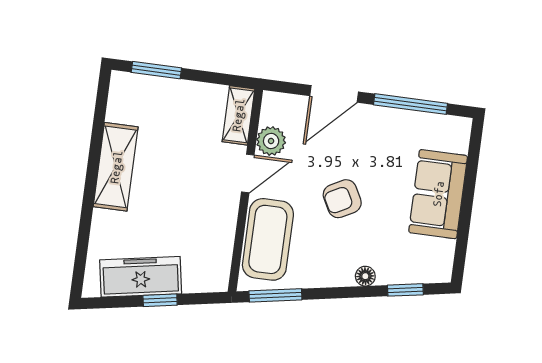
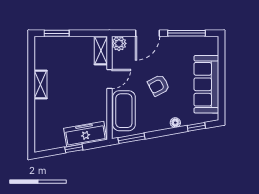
plant: (271, 141) -> (119, 43), moved
shelving: (116, 167) -> (40, 84), width x0.67, depth x0.75
sofa: (438, 194) -> (206, 84), width x1.36
freezer: (141, 277) -> (85, 134), moved

